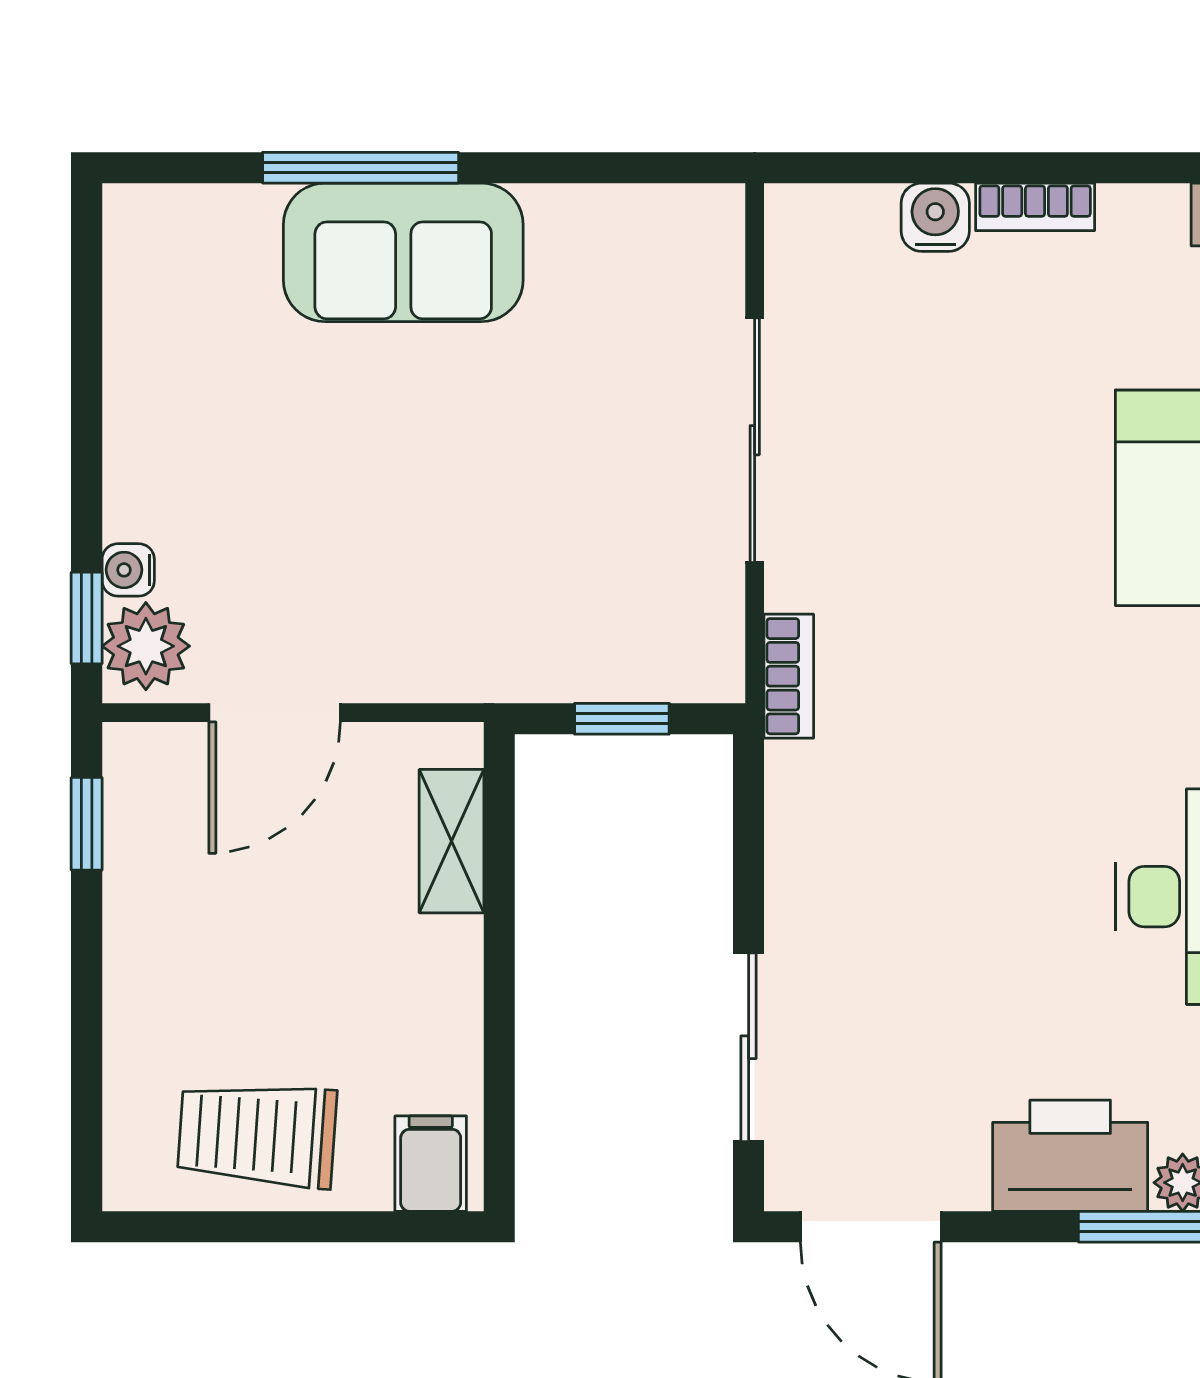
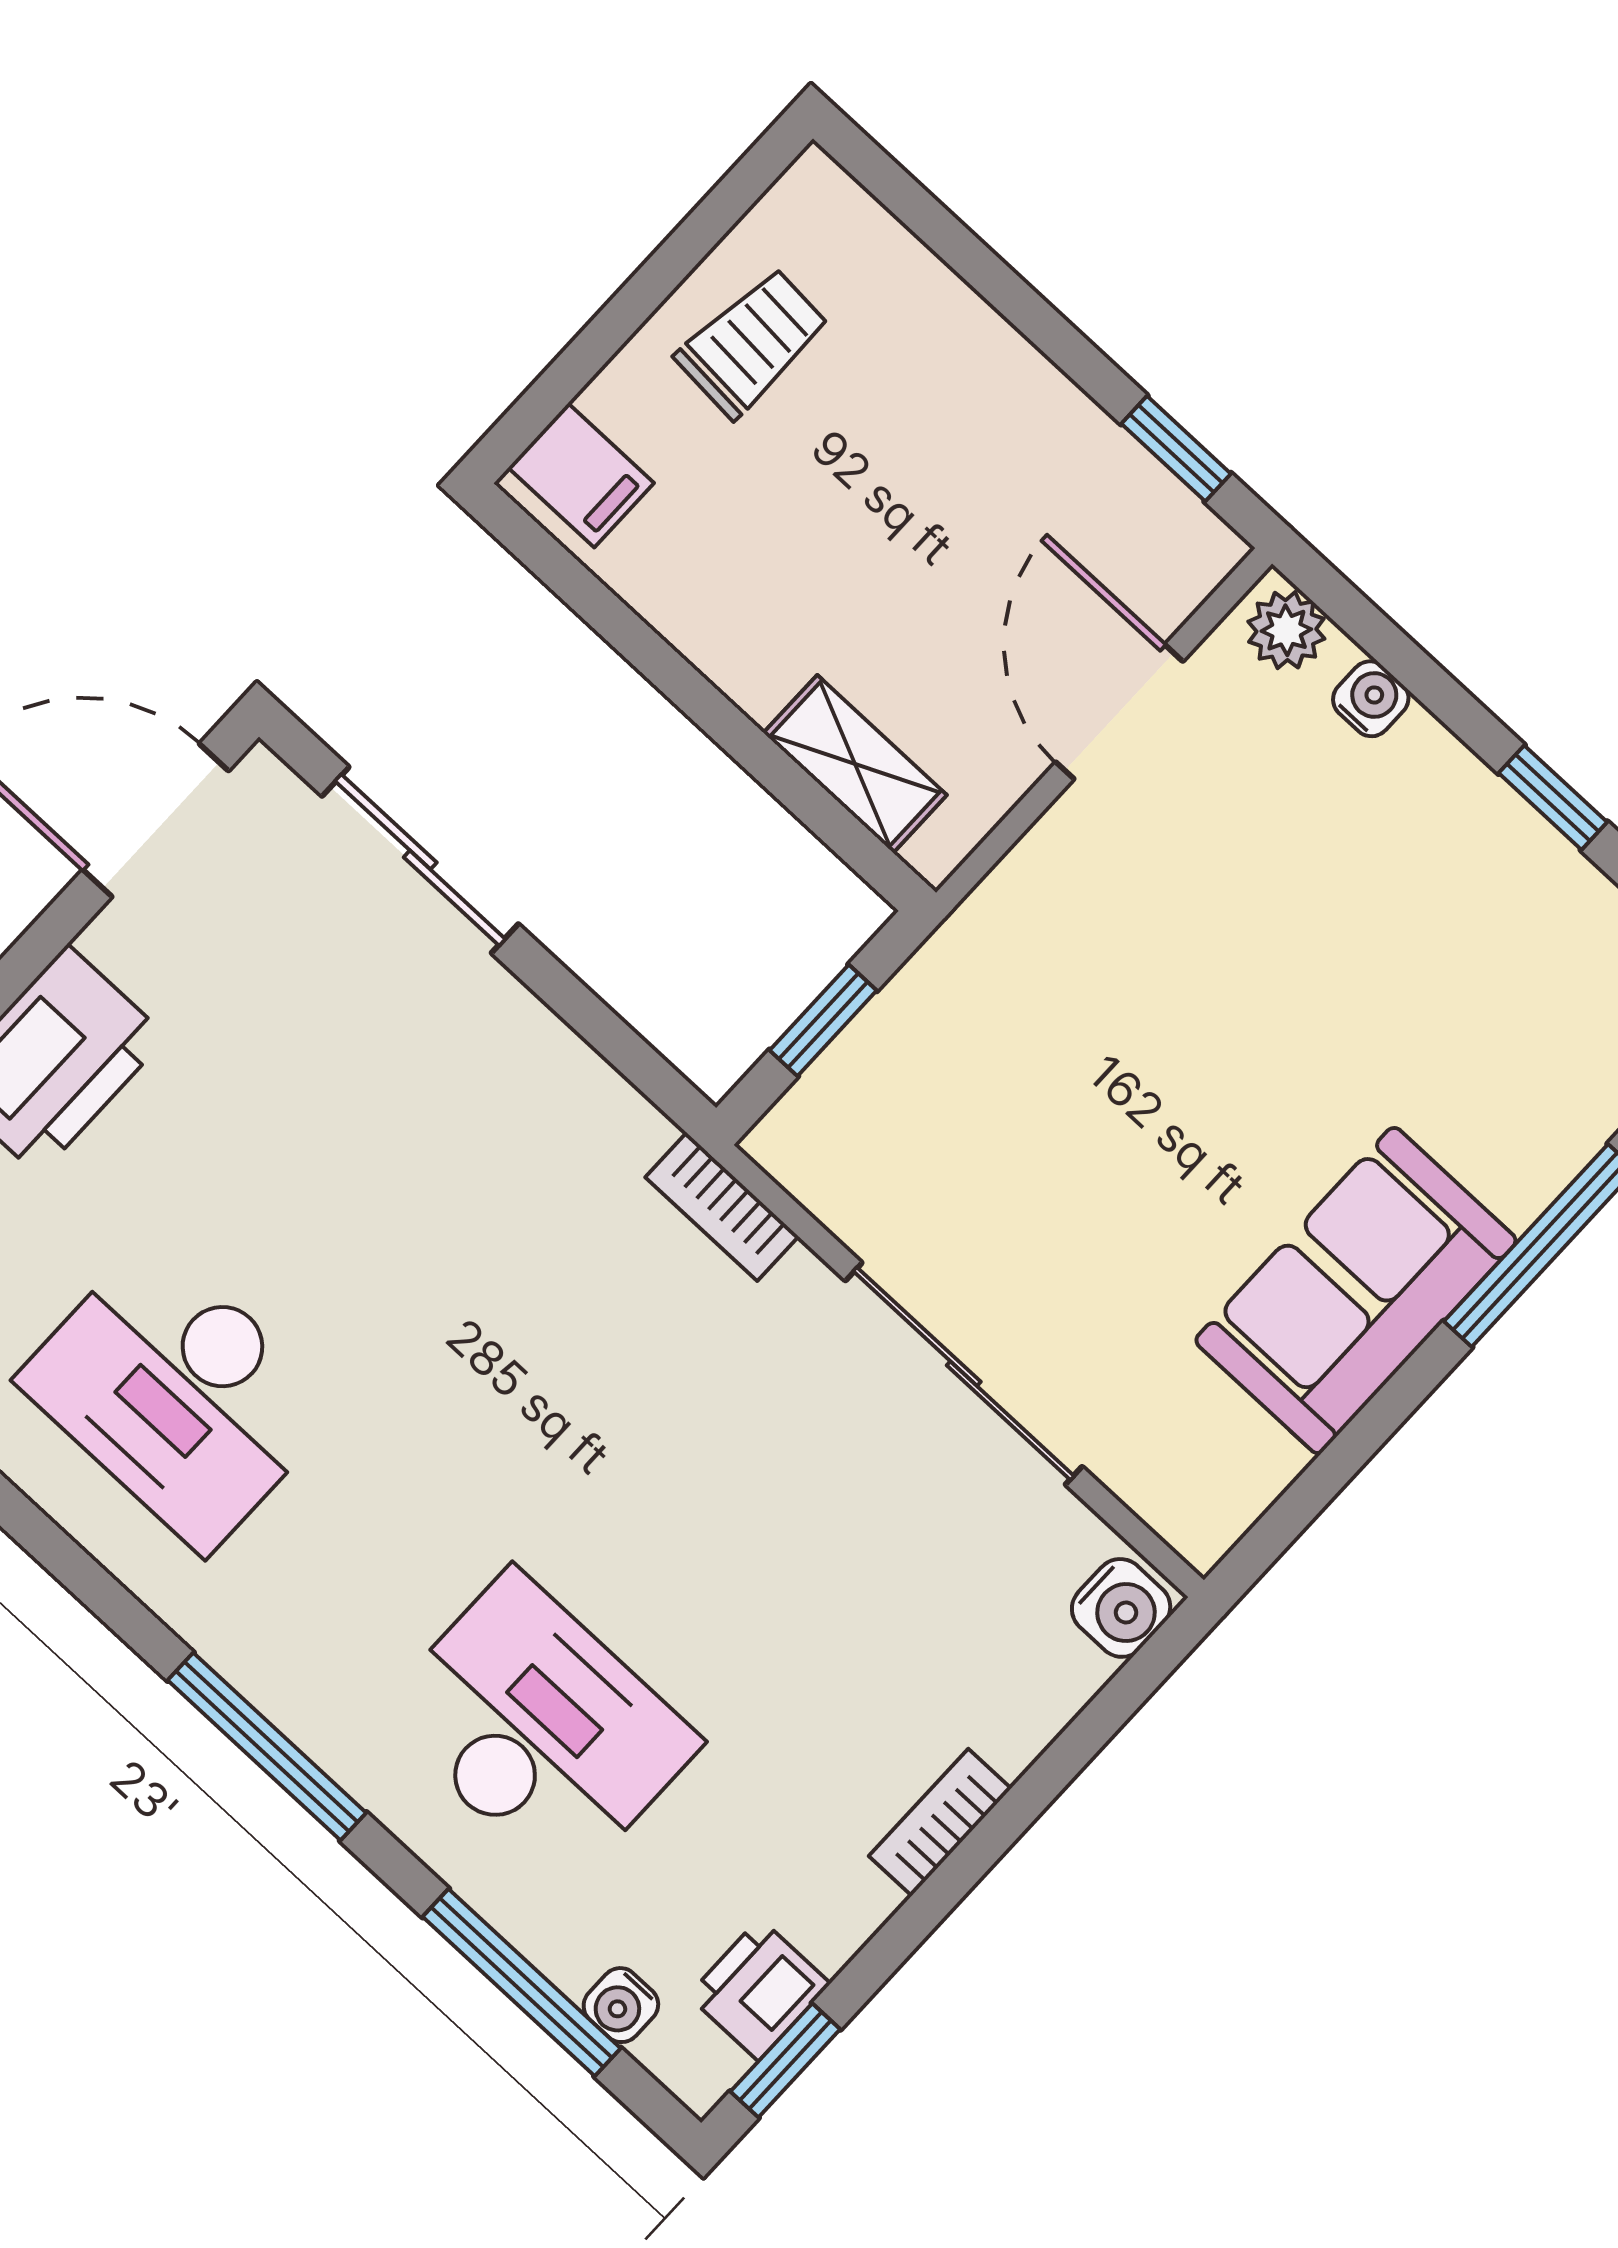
water cooler: (935, 217) -> (1121, 1608), moved
sofa: (403, 252) -> (1356, 1291), moved
window: (87, 618) -> (1553, 798), moved
plant: (146, 646) -> (1286, 630), width x0.73, depth x0.73
trolley: (257, 1135) -> (753, 343), width x0.73, depth x0.72

